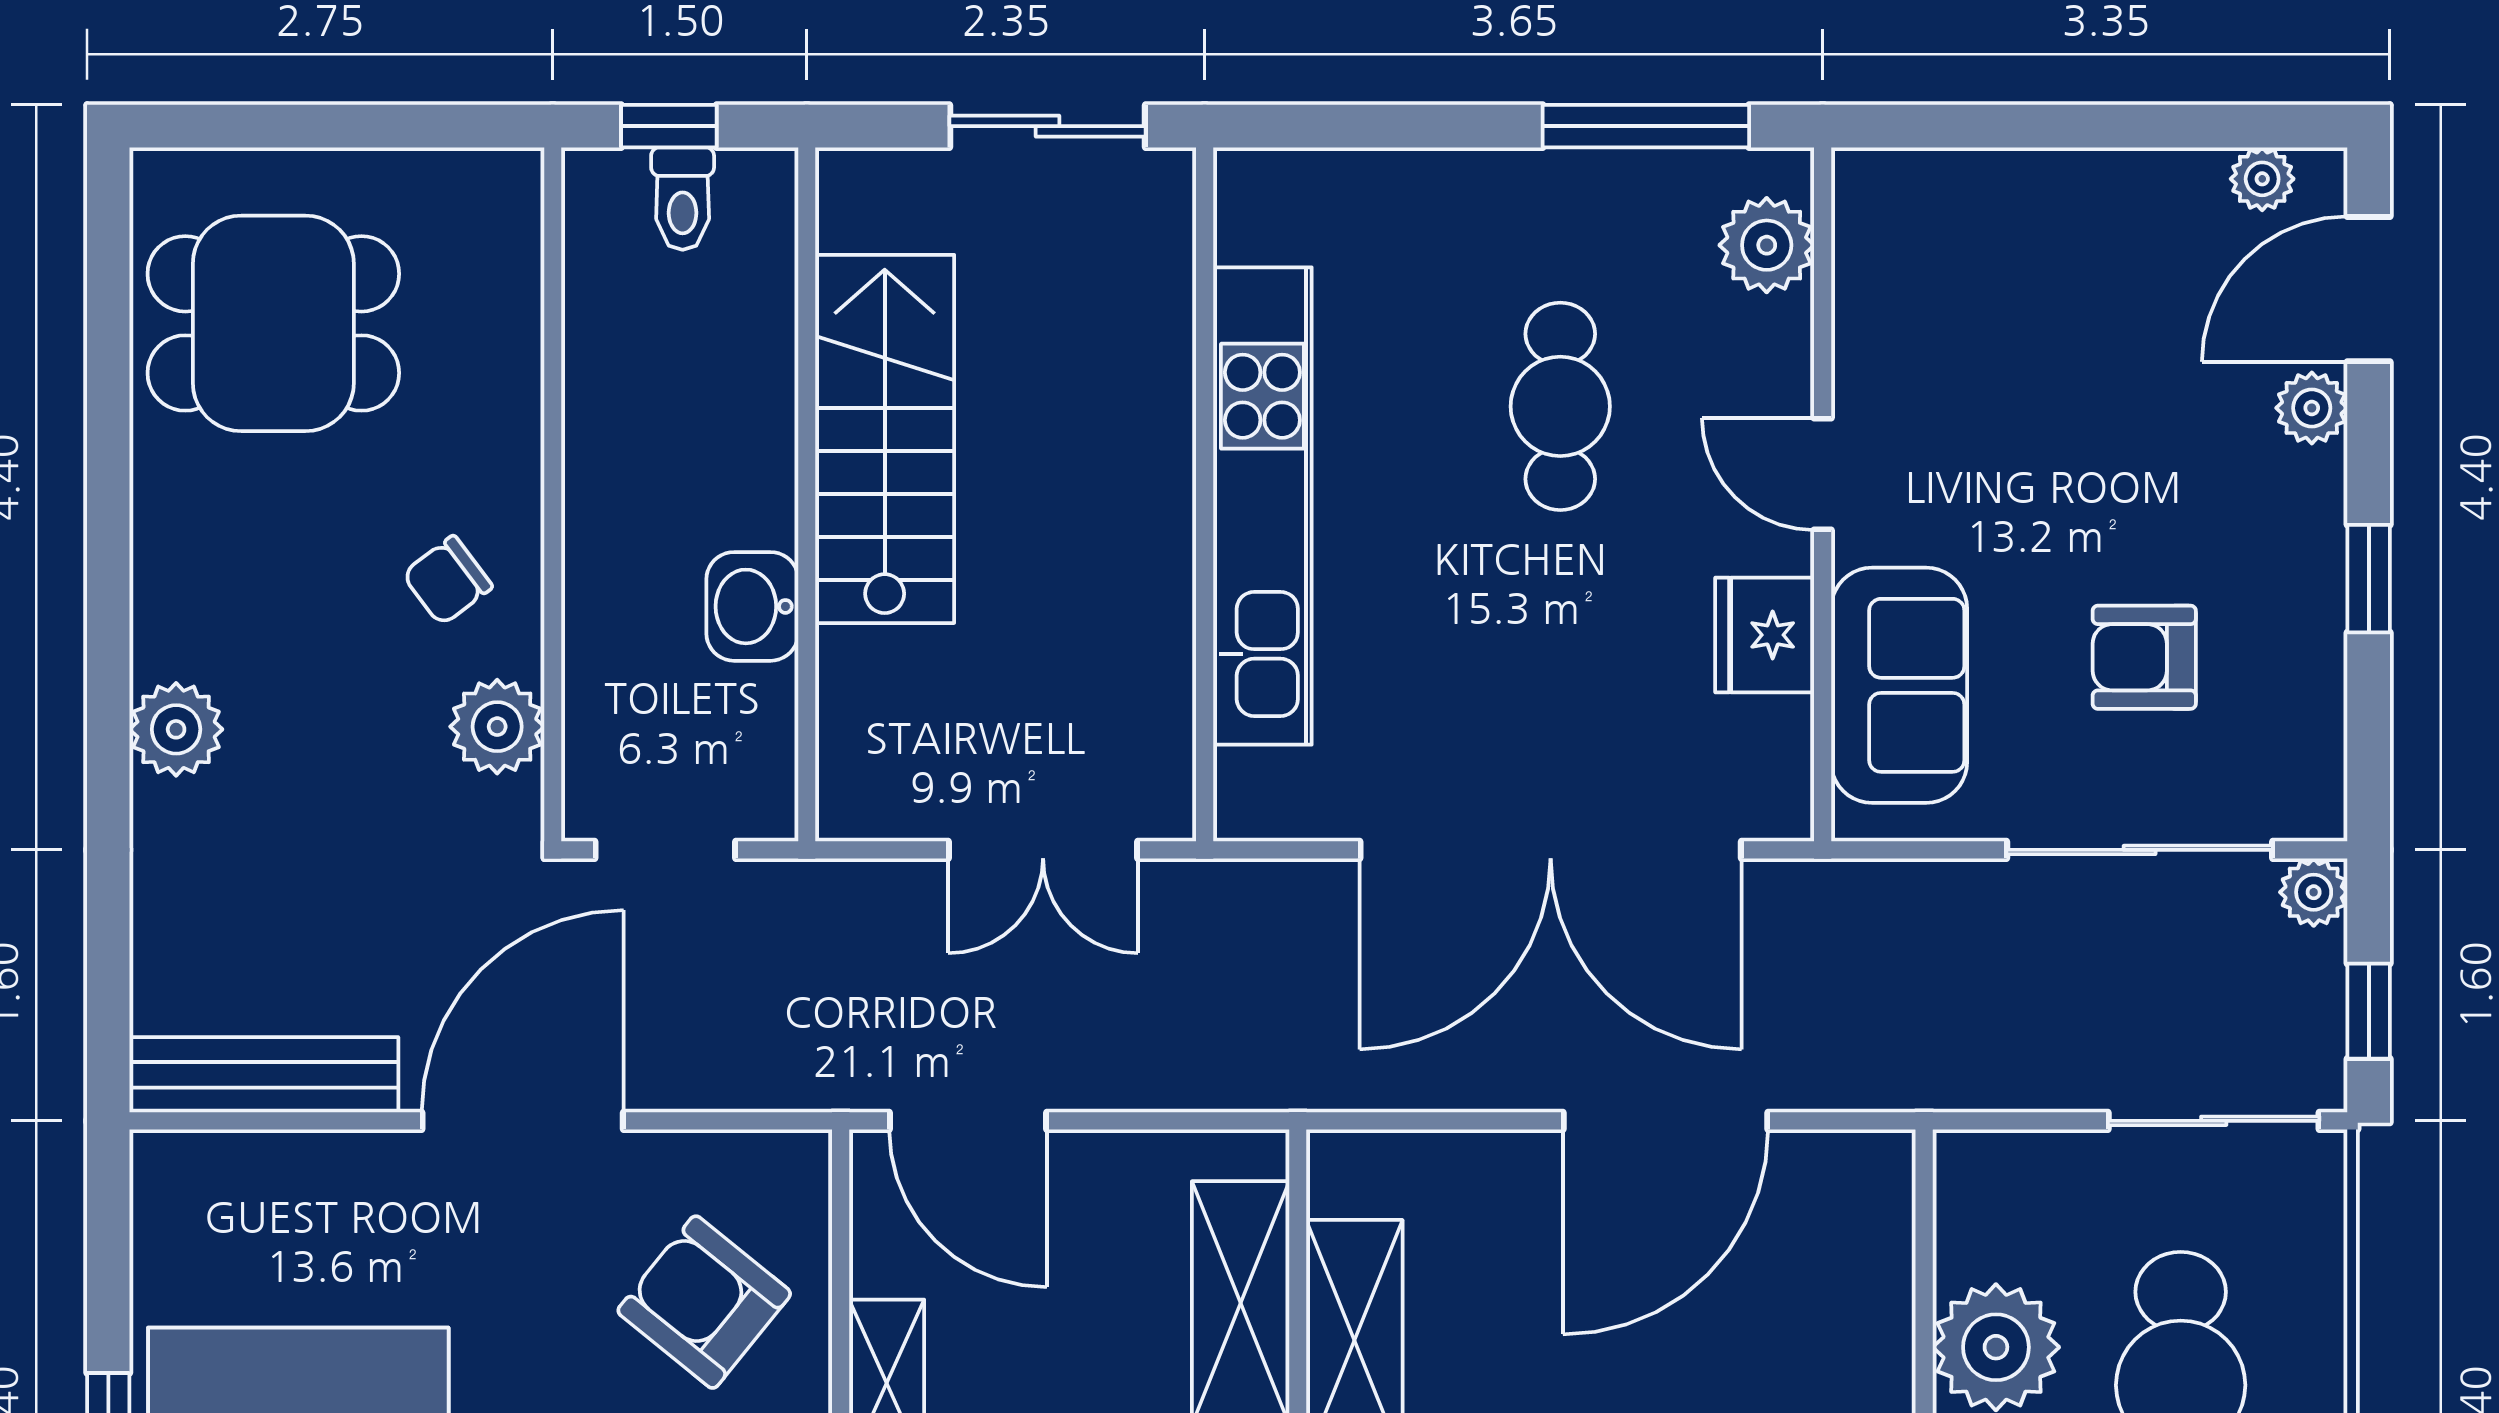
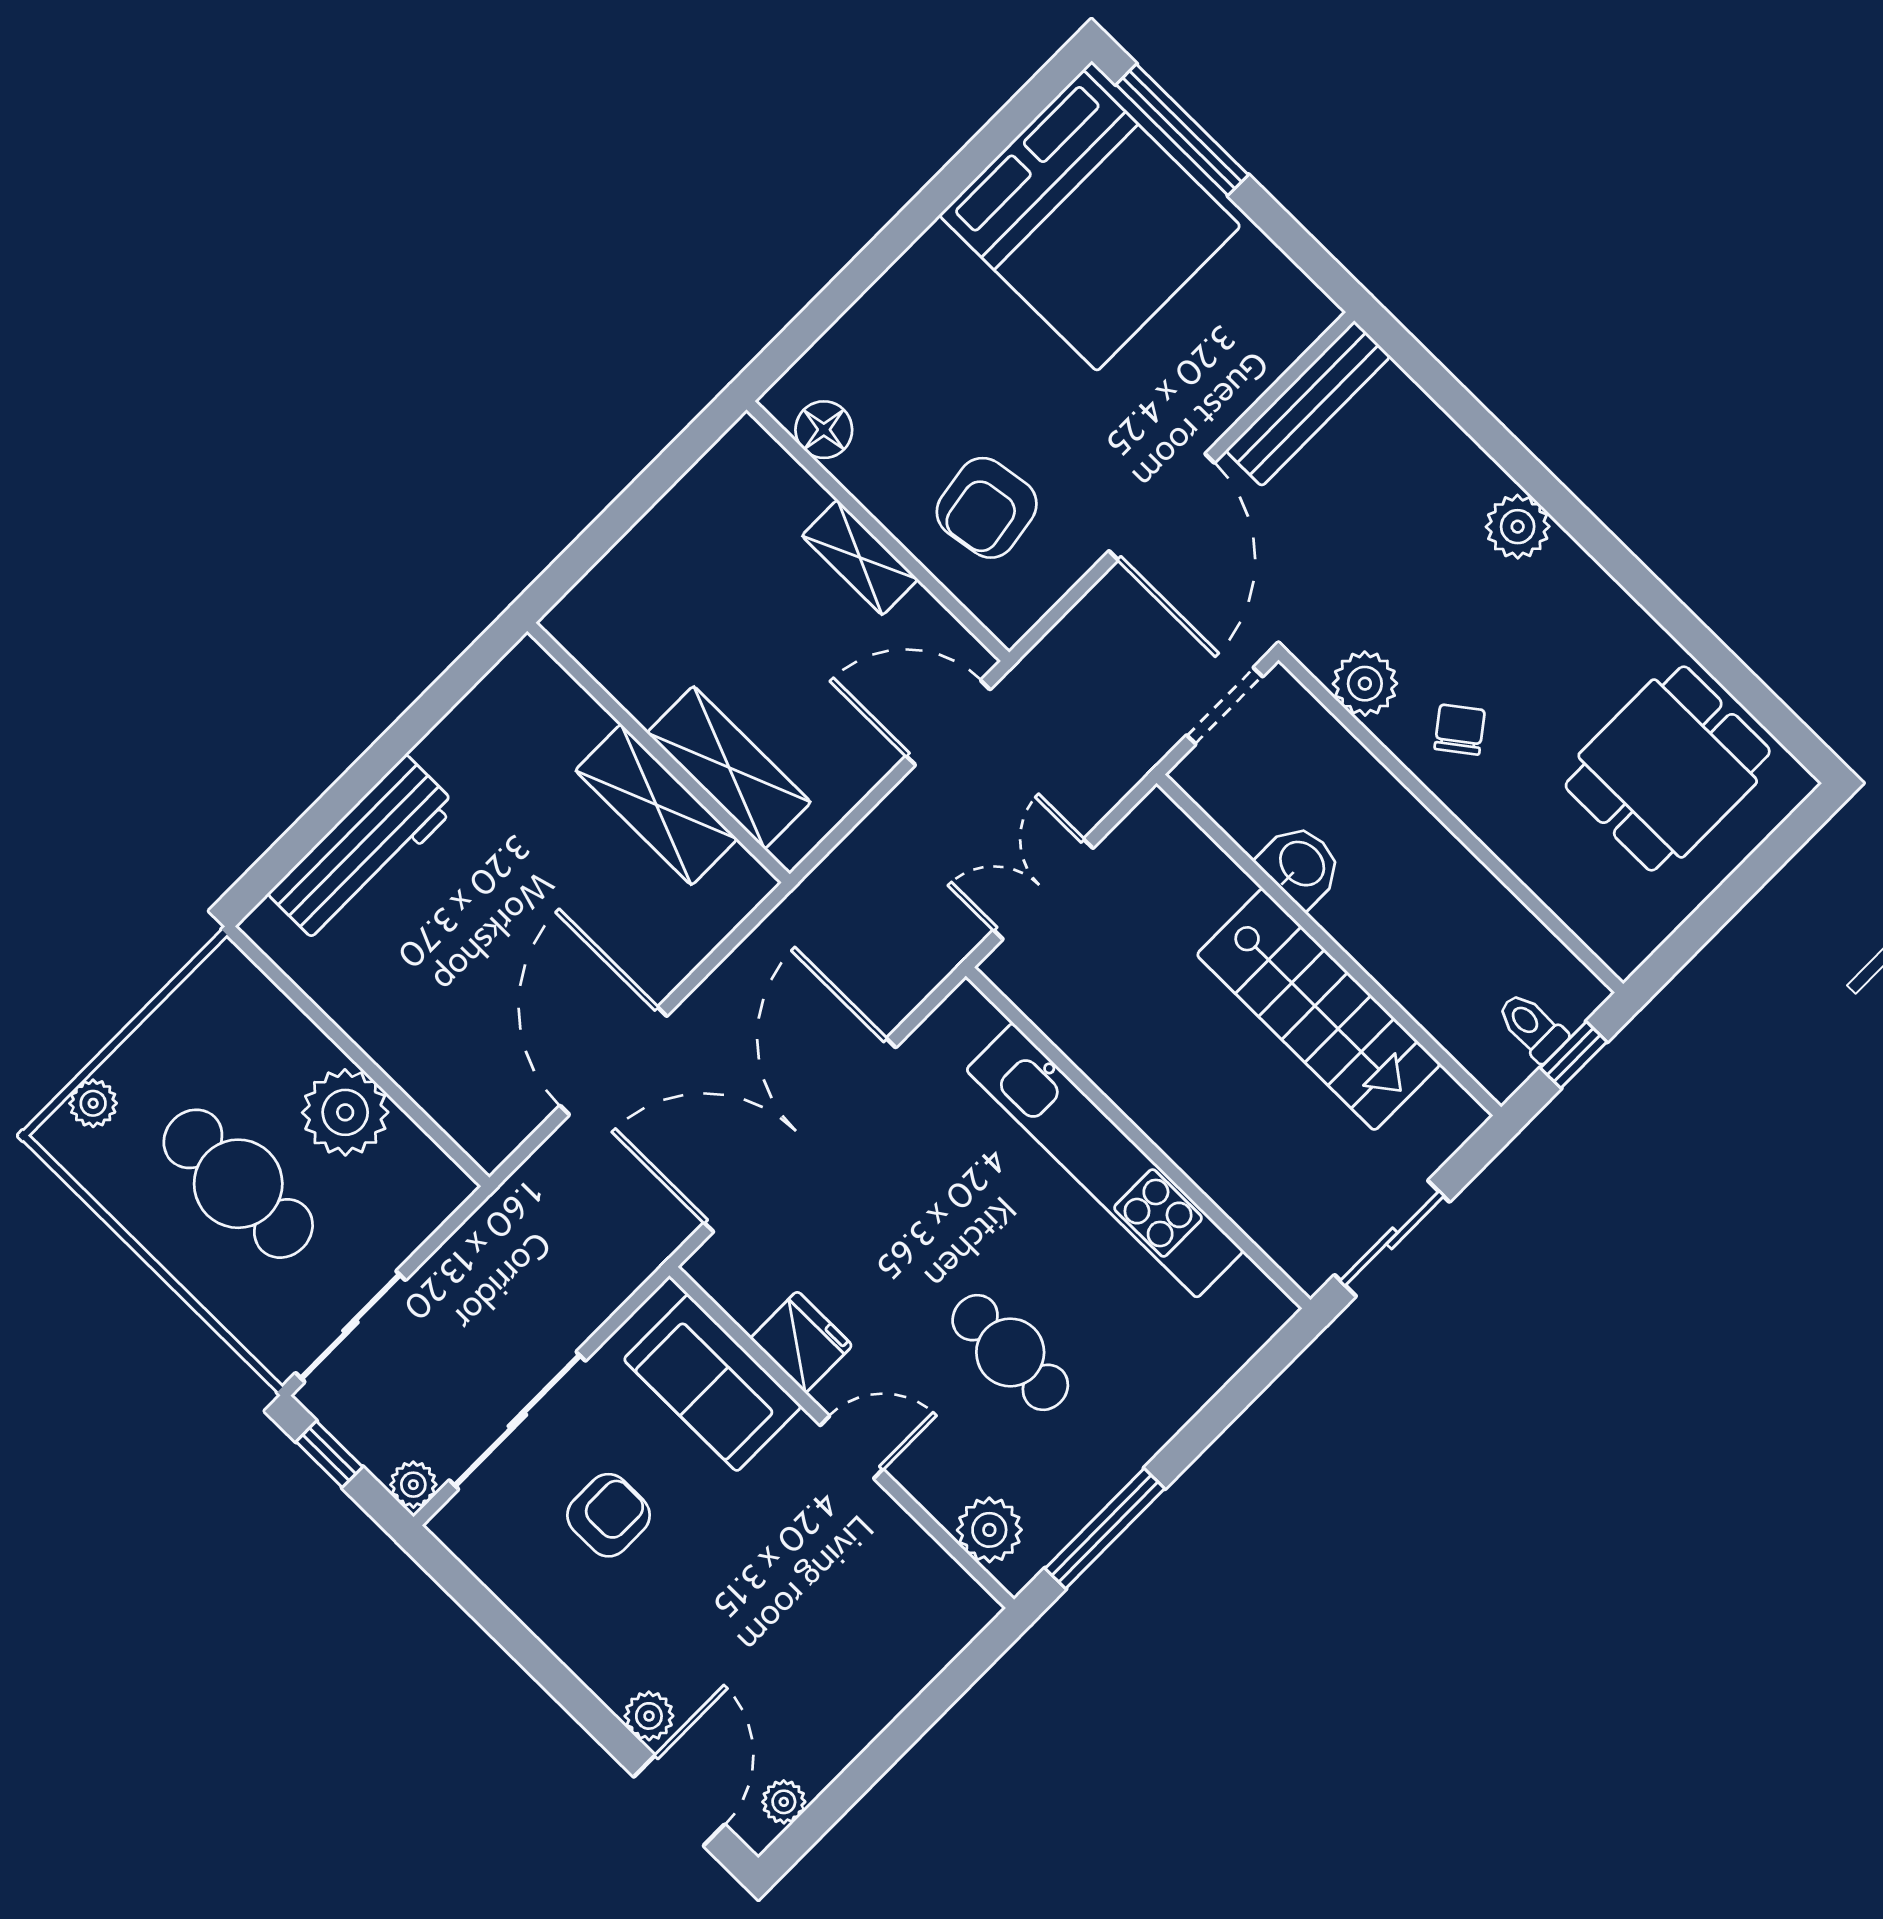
window: (2369, 579) -> (539, 1662), removed
armchair: (704, 1302) -> (987, 508), turned 132

